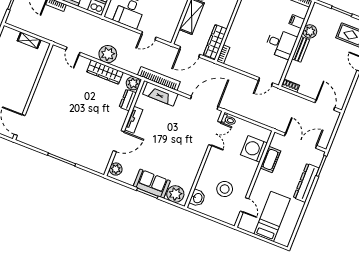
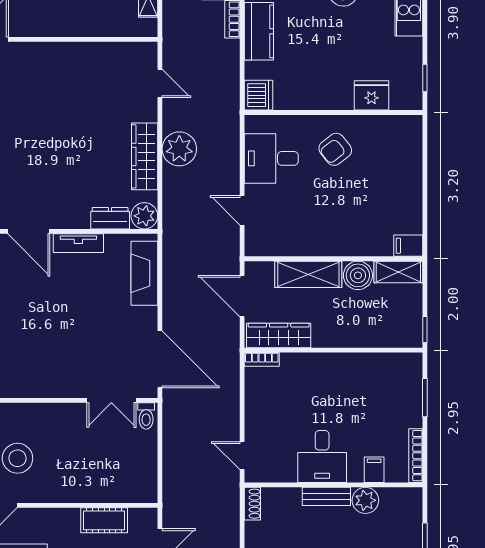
door: (73, 51) -> (160, 83), swing flipped
bookcase: (159, 78) -> (172, 259), removed
washing machine: (254, 149) -> (112, 483), removed

